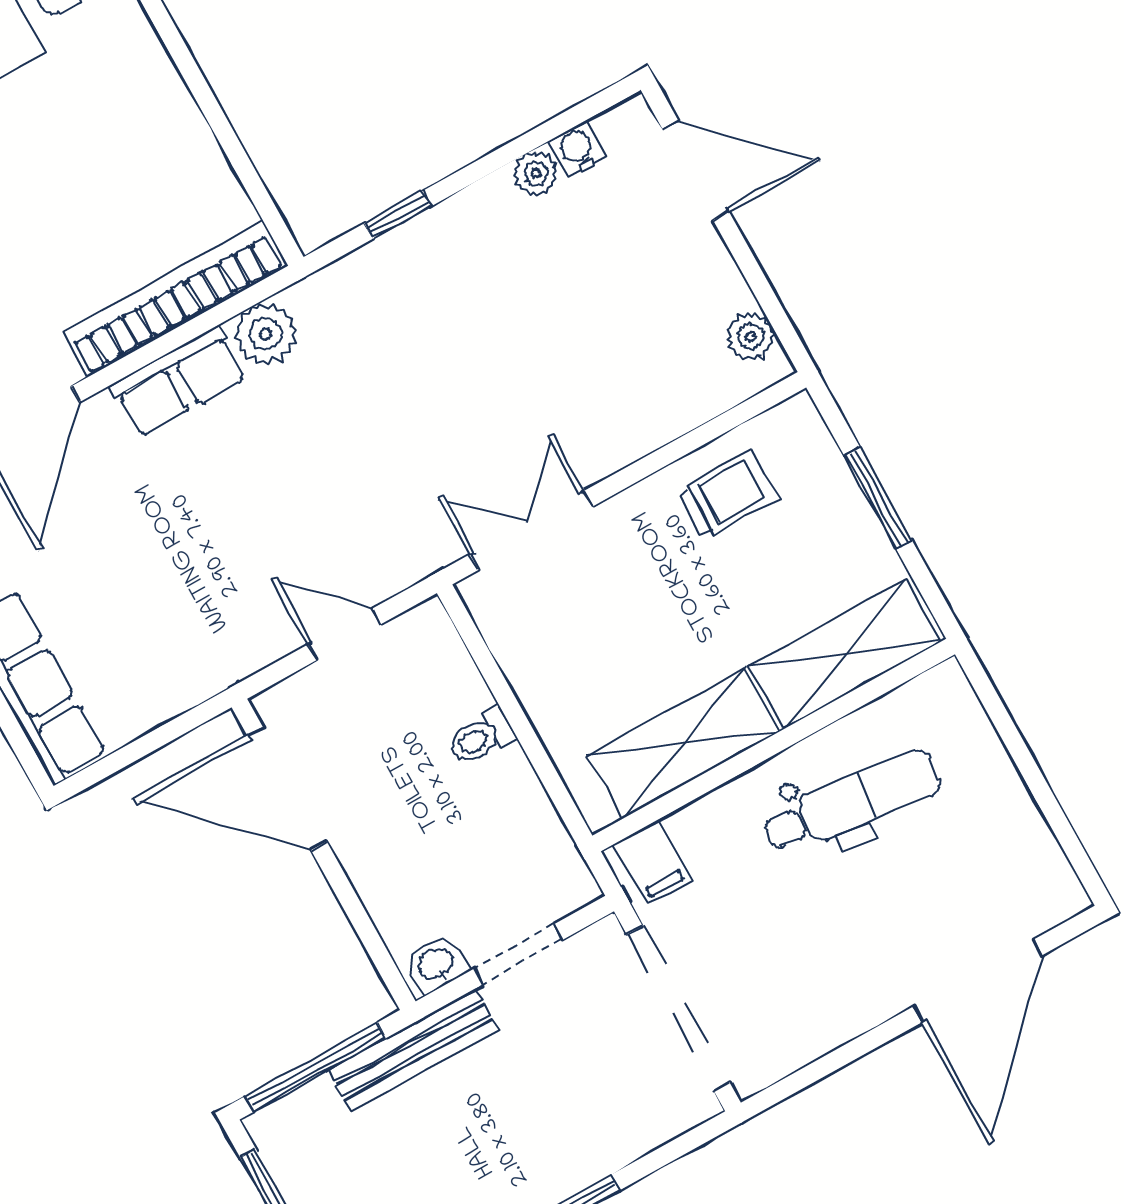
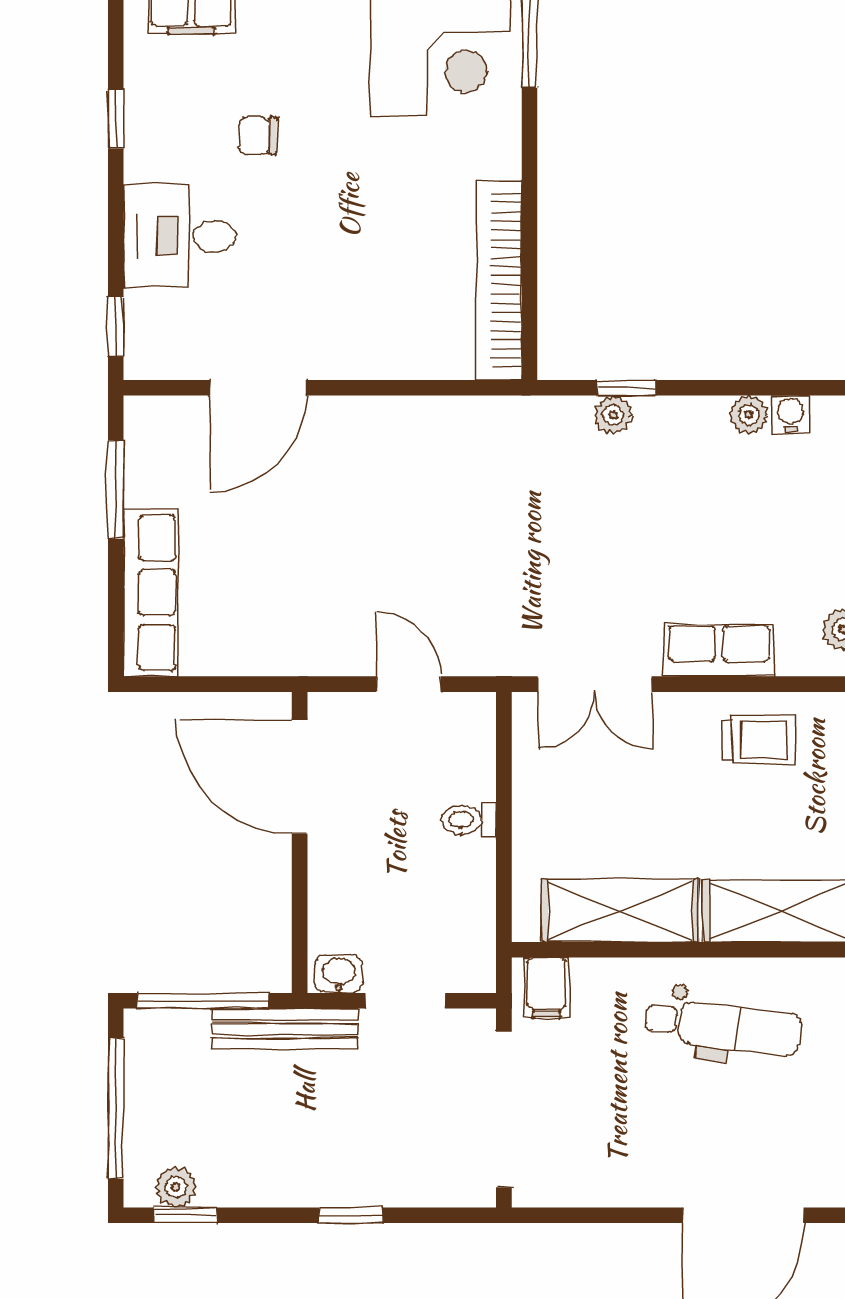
bookcase: (175, 299) -> (499, 280), moved, turned -90
plant: (266, 334) -> (613, 415), moved, width x0.73, depth x0.73
row of seats: (179, 381) -> (719, 650), moved, turned 180
double door: (531, 530) -> (595, 684), swing flipped

